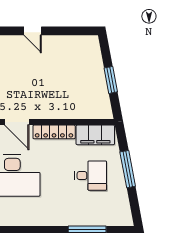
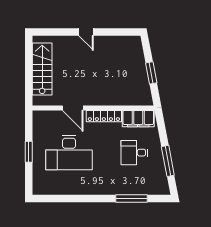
window: (128, 169) -> (168, 161), moved
desk: (91, 176) -> (134, 153), turned 180

